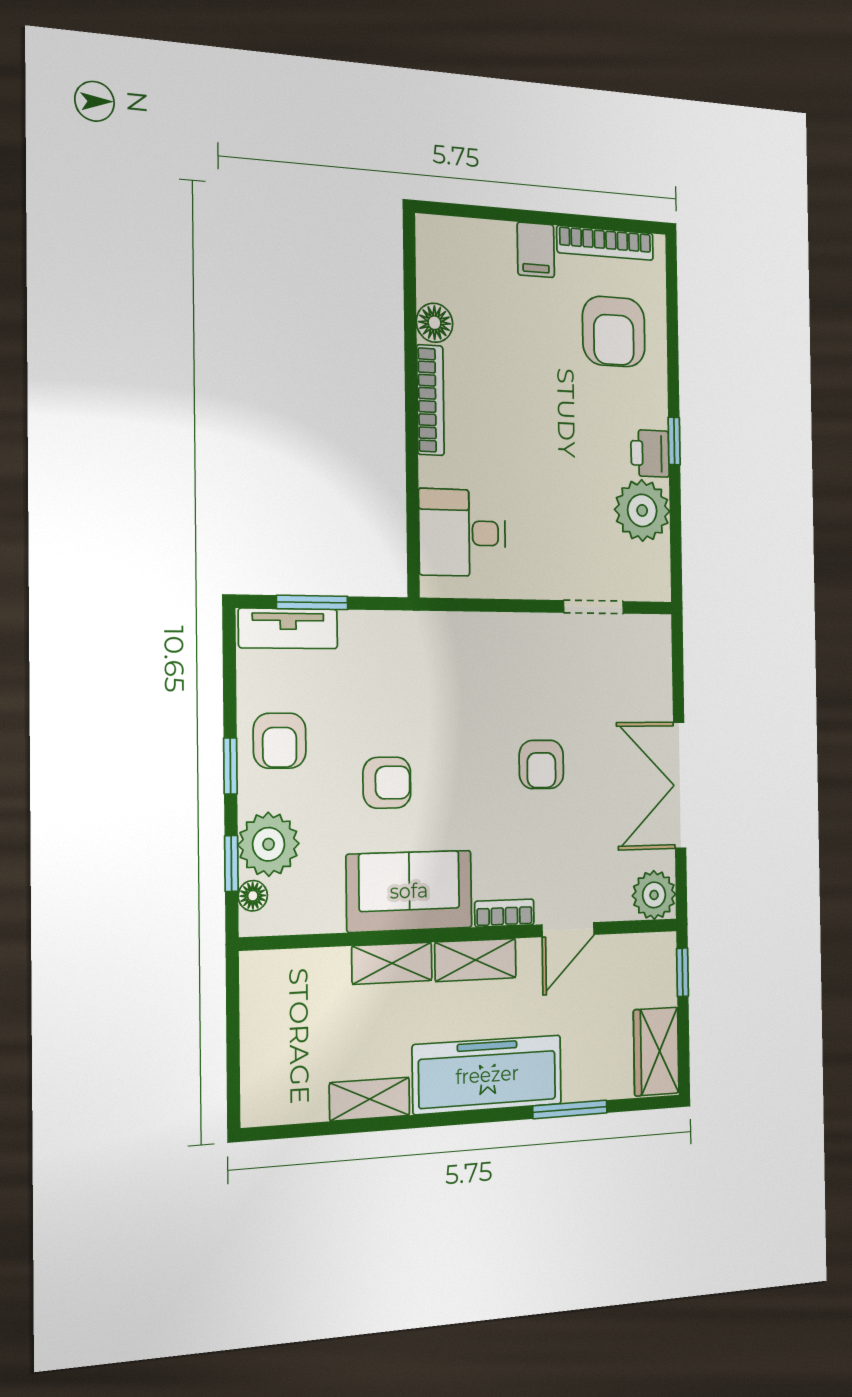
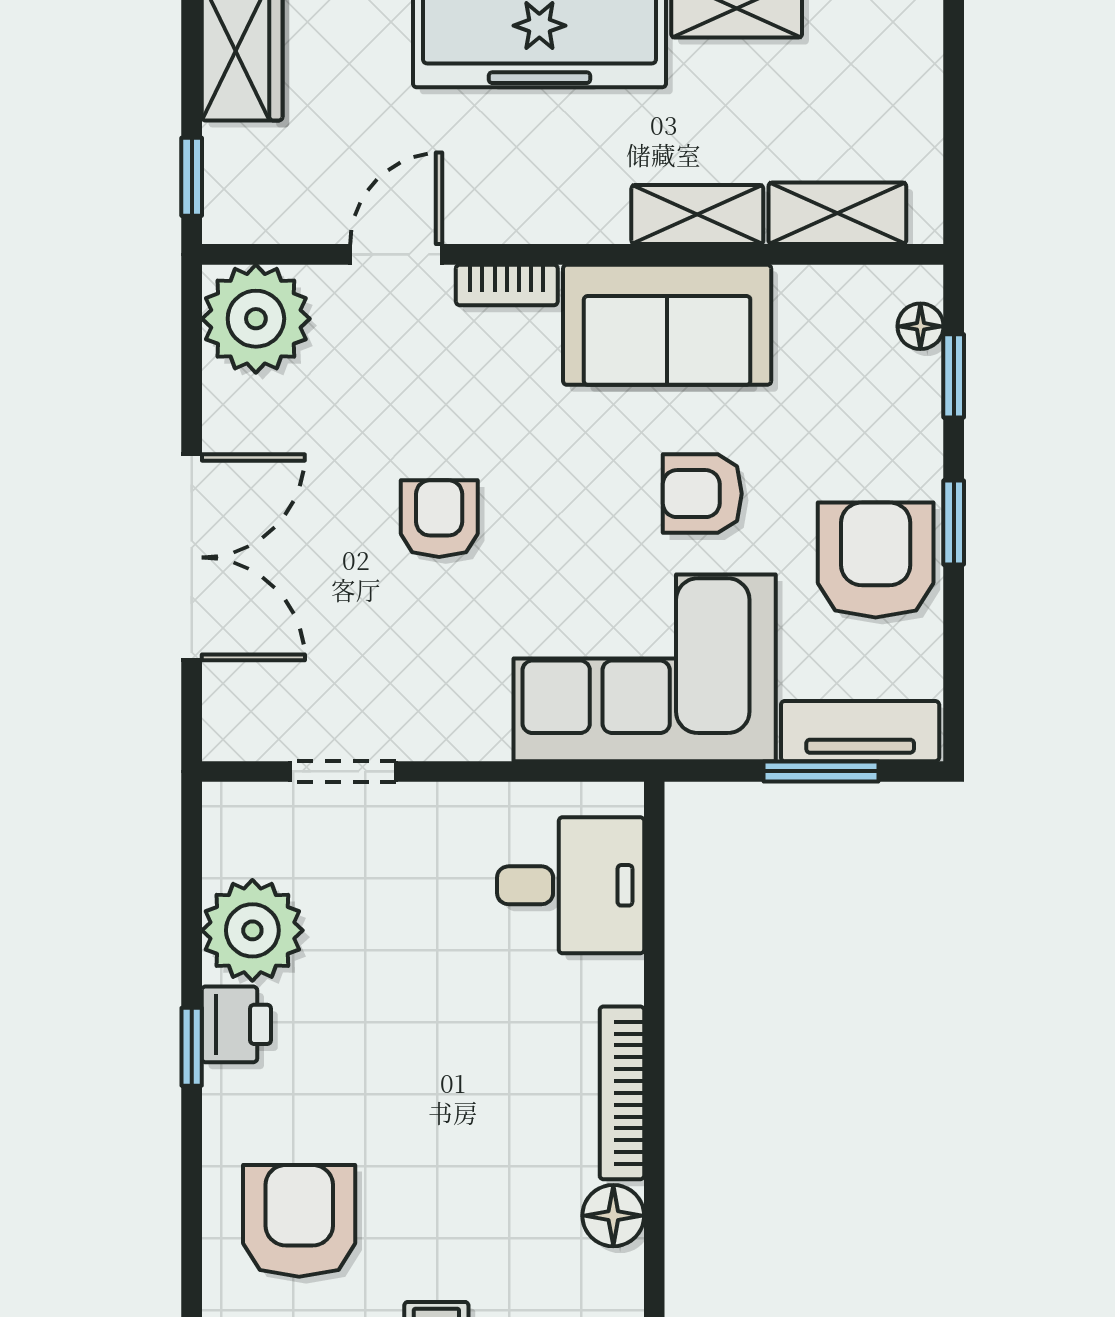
corner sofa: (420, 670) -> (645, 668), added
armchair: (280, 741) -> (876, 560), width x1.38, depth x1.38
double door: (680, 785) -> (192, 557), moved
plant: (269, 844) -> (895, 403), removed
plant: (654, 895) -> (256, 319), width x1.36, depth x1.36
shelving: (476, 960) -> (837, 213), moved

